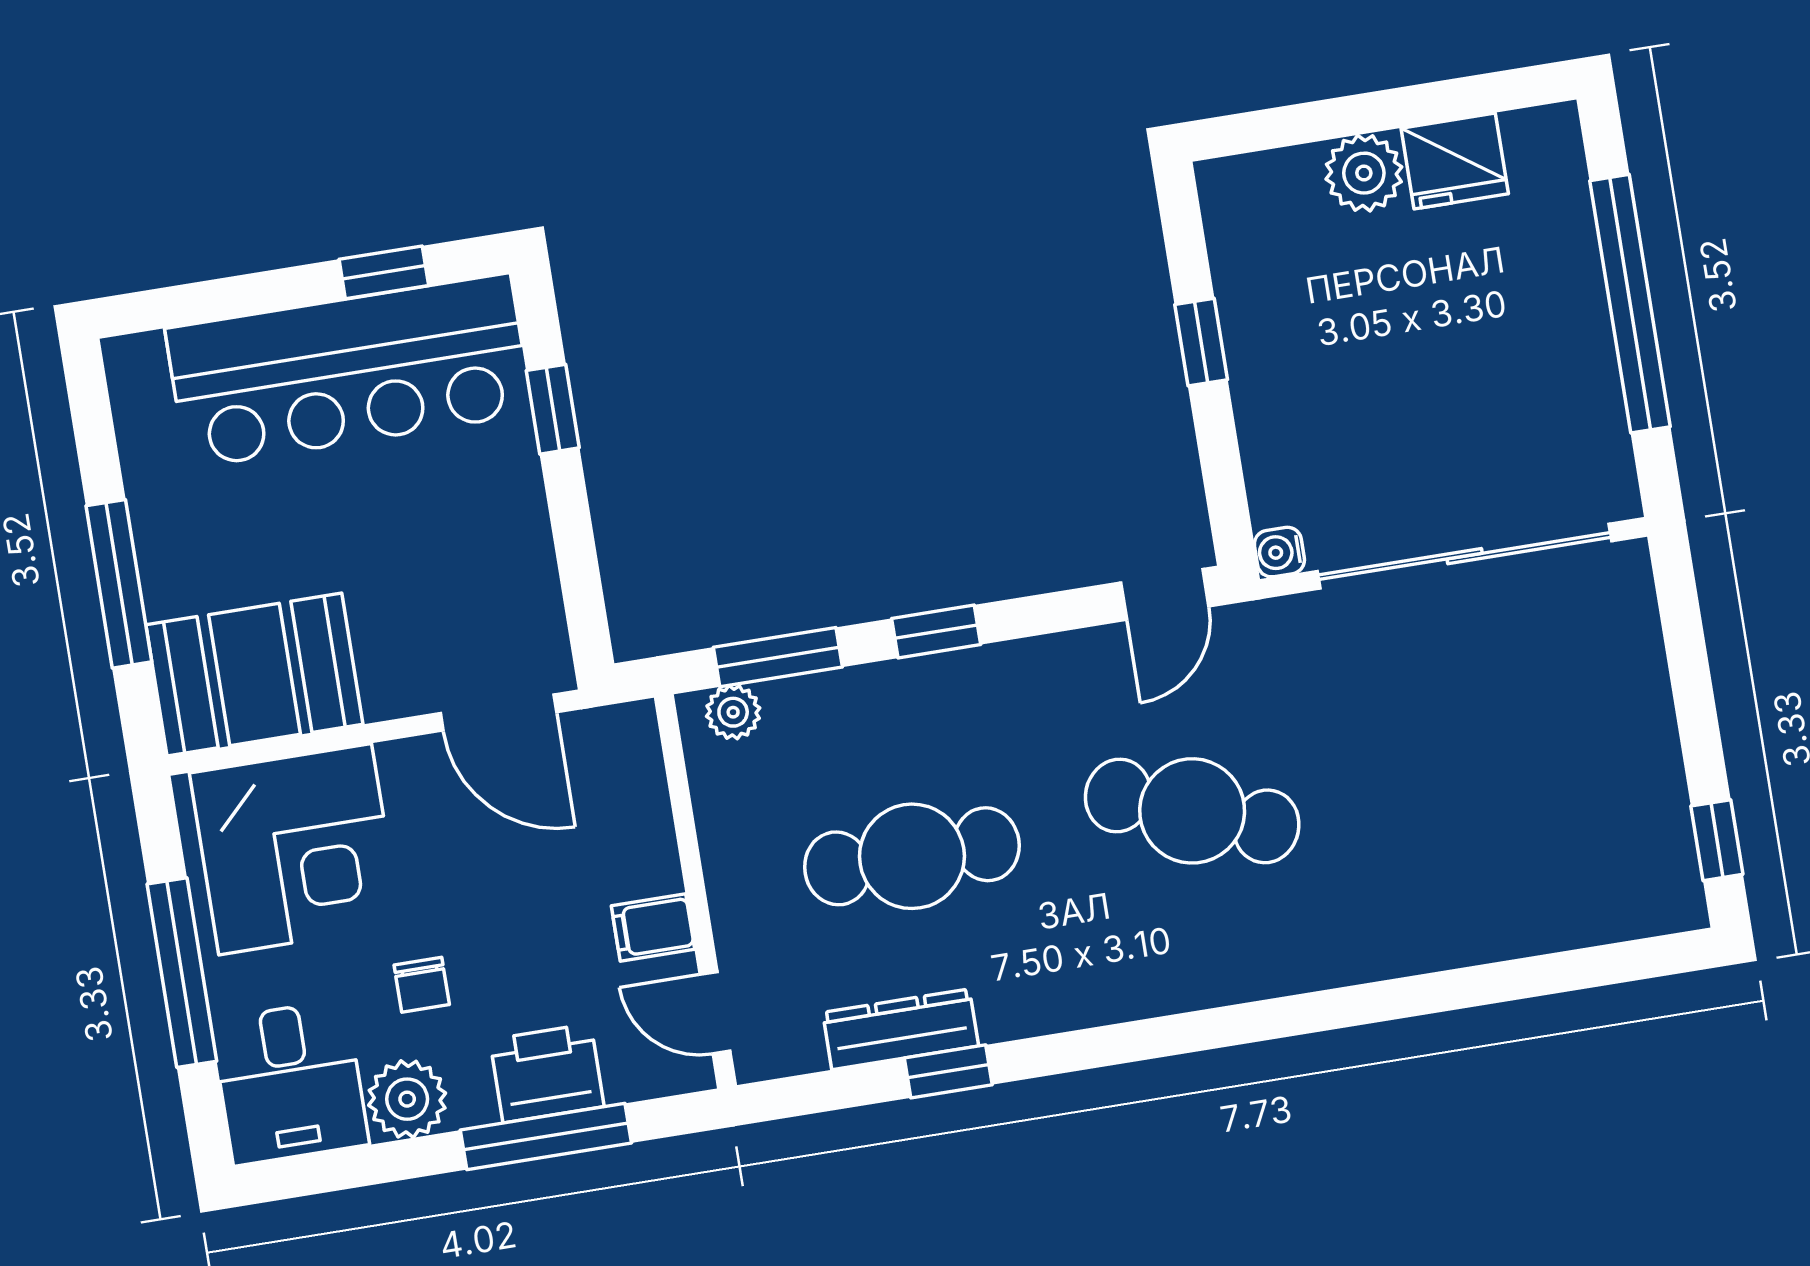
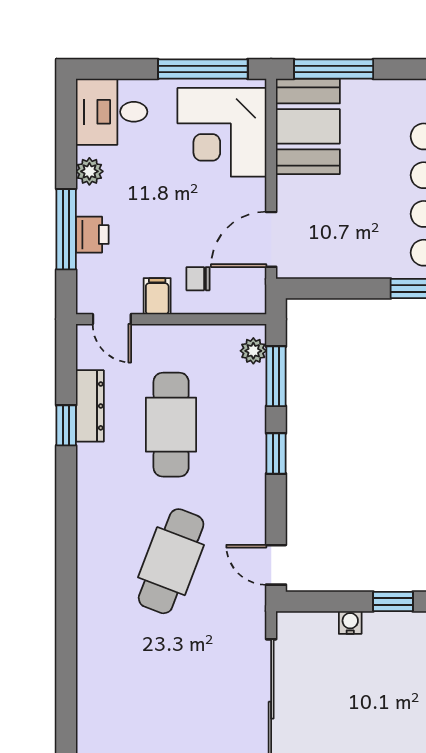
water cooler: (1279, 552) -> (350, 623), moved
window: (119, 584) -> (334, 69), moved
window: (182, 973) -> (203, 69), moved
chair: (422, 985) -> (198, 279), moved
door: (715, 1013) -> (112, 319), swing flipped
printer: (547, 1073) -> (92, 235), width x0.73, depth x0.81
plant: (407, 1099) -> (89, 171), width x0.73, depth x0.73

